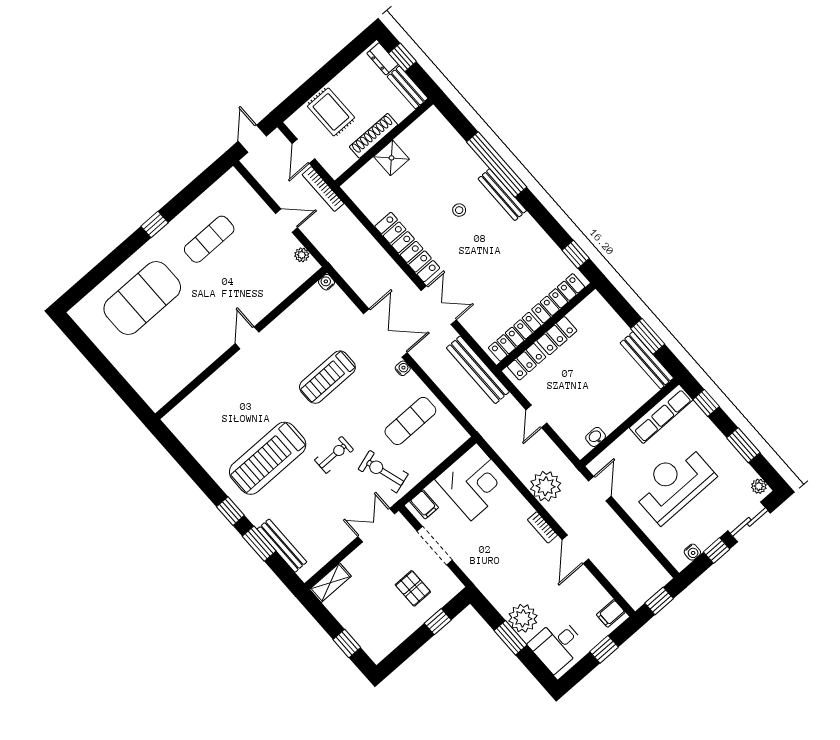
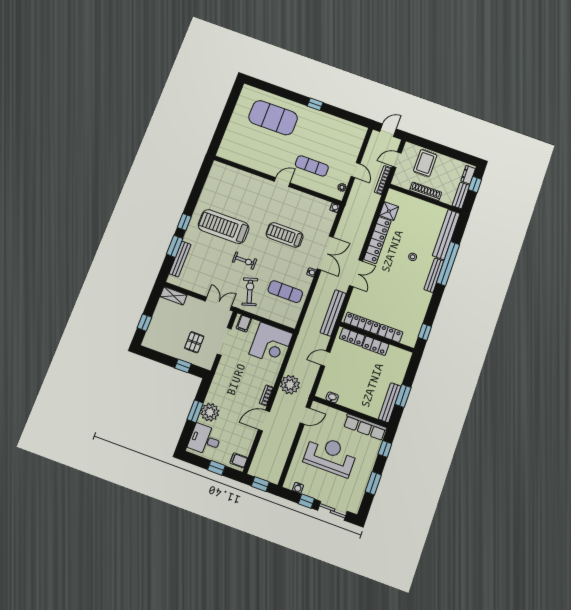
bench: (453, 143) -> (446, 235), added
shower: (392, 158) -> (389, 211), moved
exercise mat: (209, 239) -> (312, 166), moved
locker: (558, 298) -> (390, 333), width x0.66
plant: (759, 486) -> (355, 505), removed

